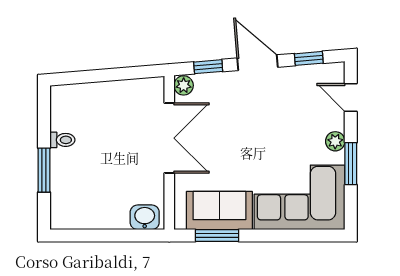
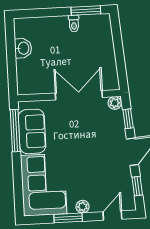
double door: (169, 138) -> (79, 95), swing flipped
window: (44, 170) -> (86, 11), moved
washbasin: (145, 217) -> (23, 48), moved
window: (217, 235) -> (15, 131), width x1.44

